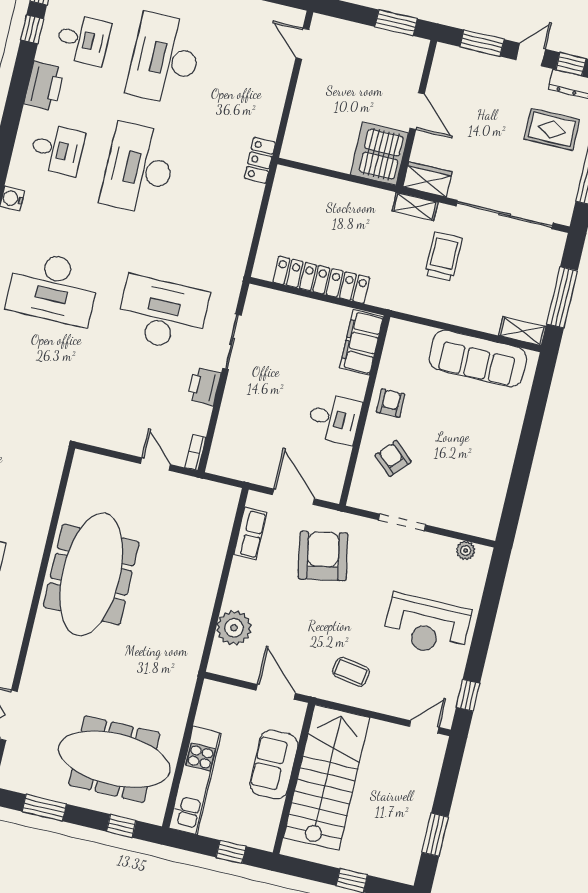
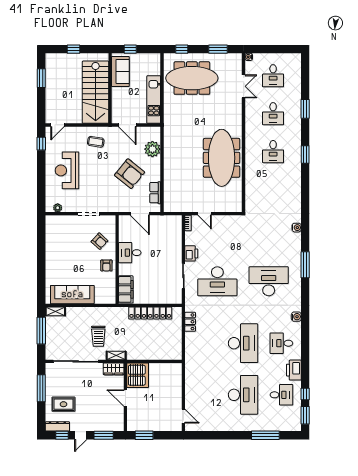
desk: (83, 40) -> (281, 395), turned 180
locker: (260, 160) -> (190, 322), moved
armchair: (323, 556) -> (130, 174), moved, turned -40
reception desk: (427, 625) -> (67, 170), turned -90
sofa: (274, 764) -> (120, 71), moved
kitchen unit: (195, 780) -> (154, 100), moved

